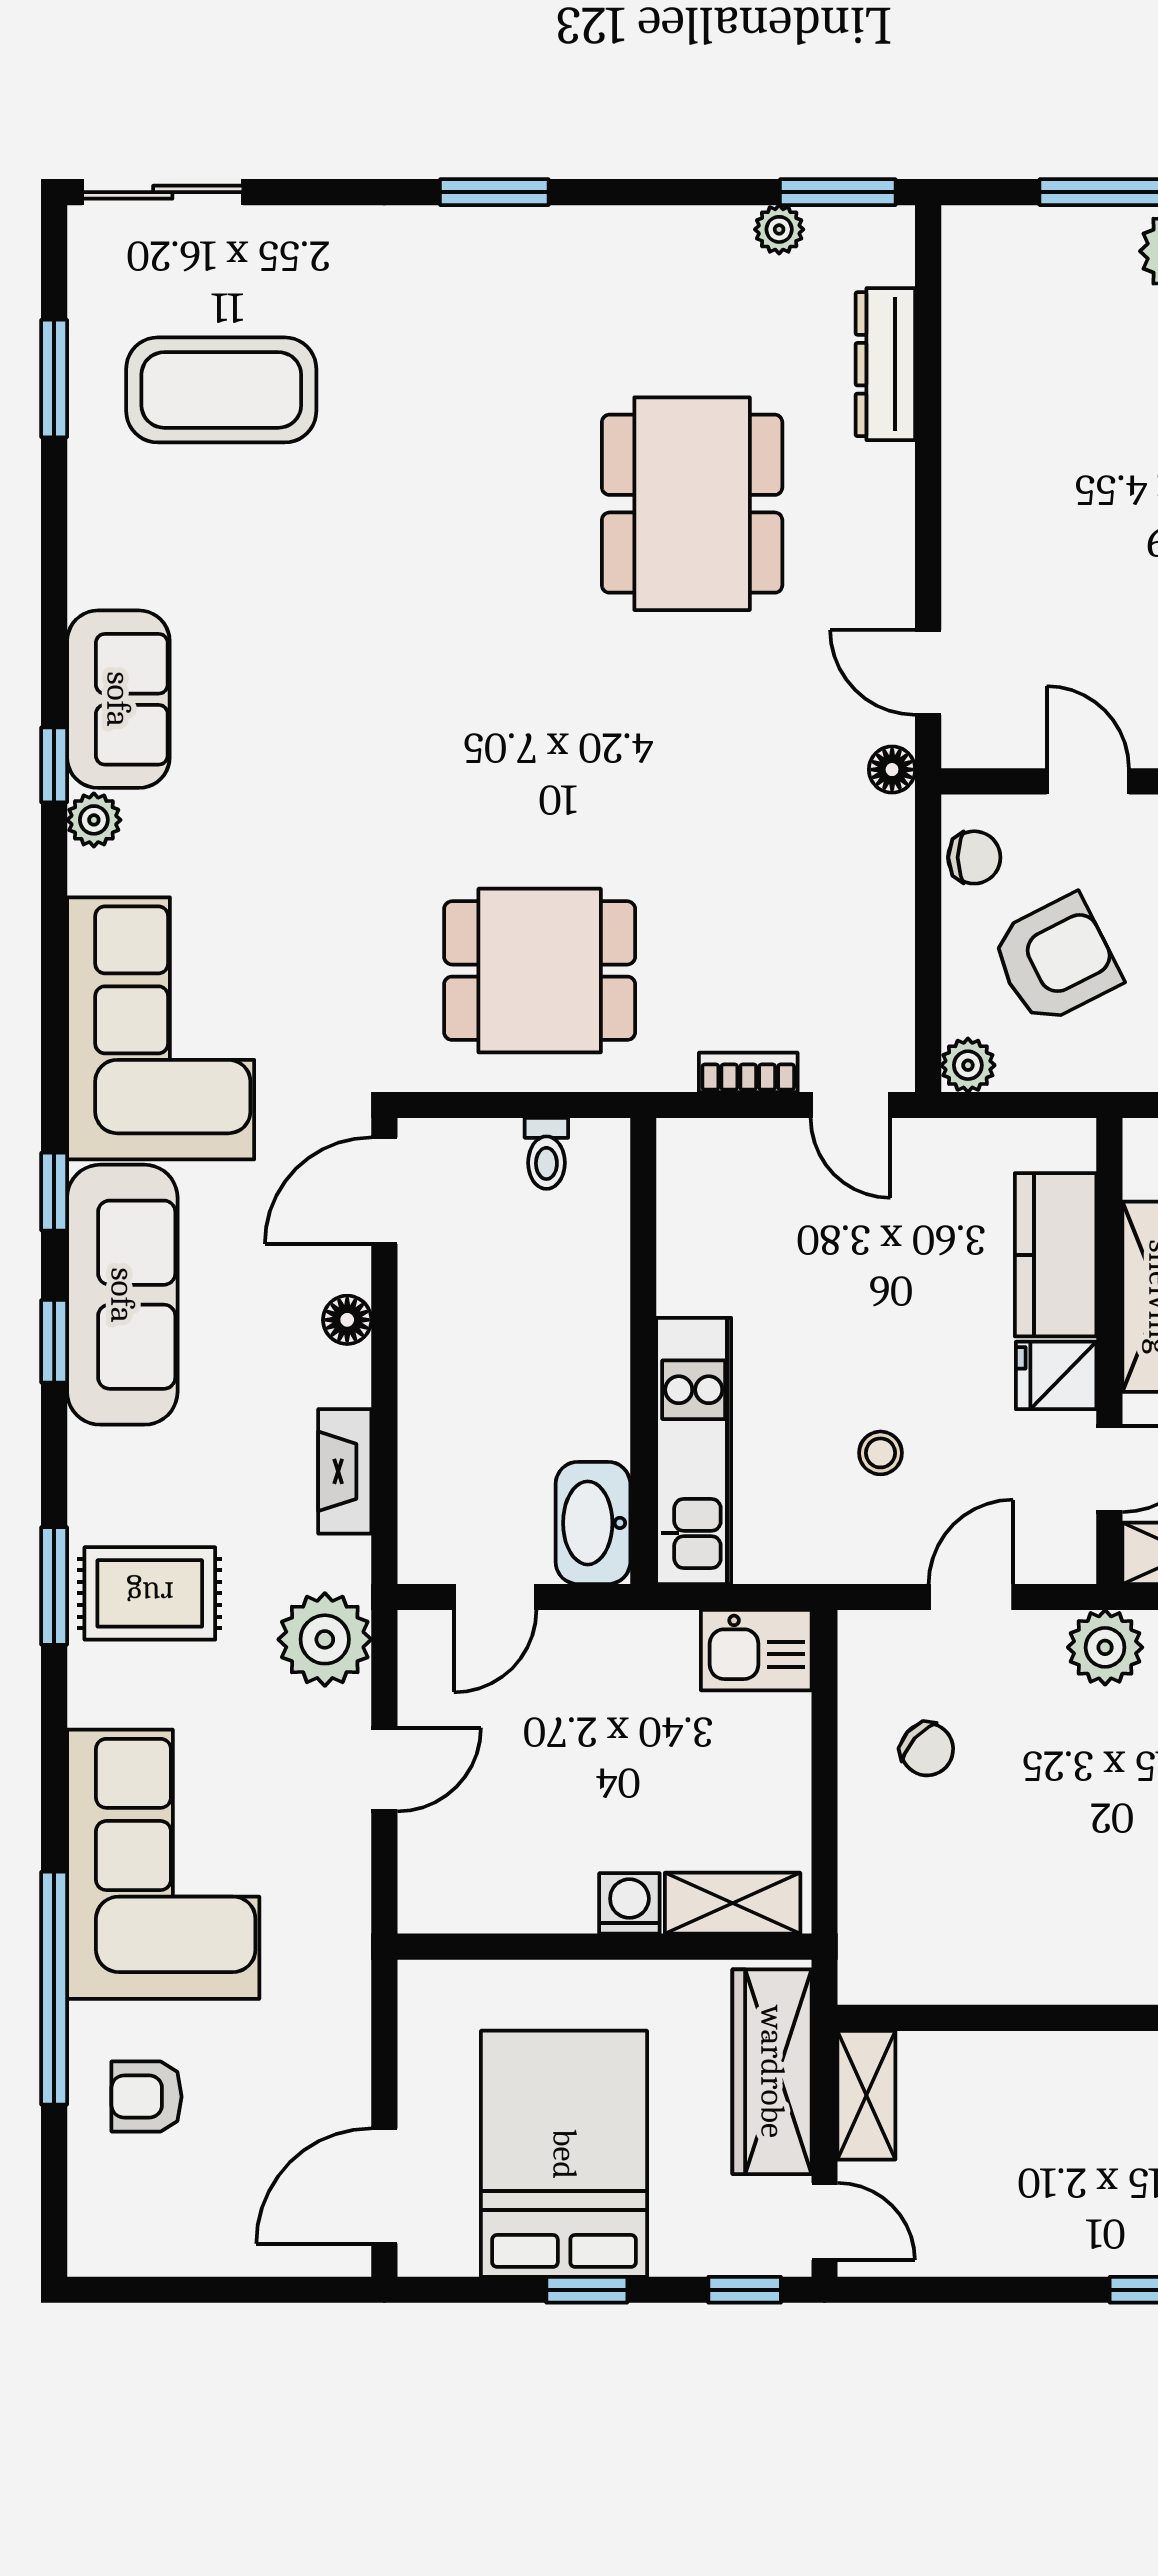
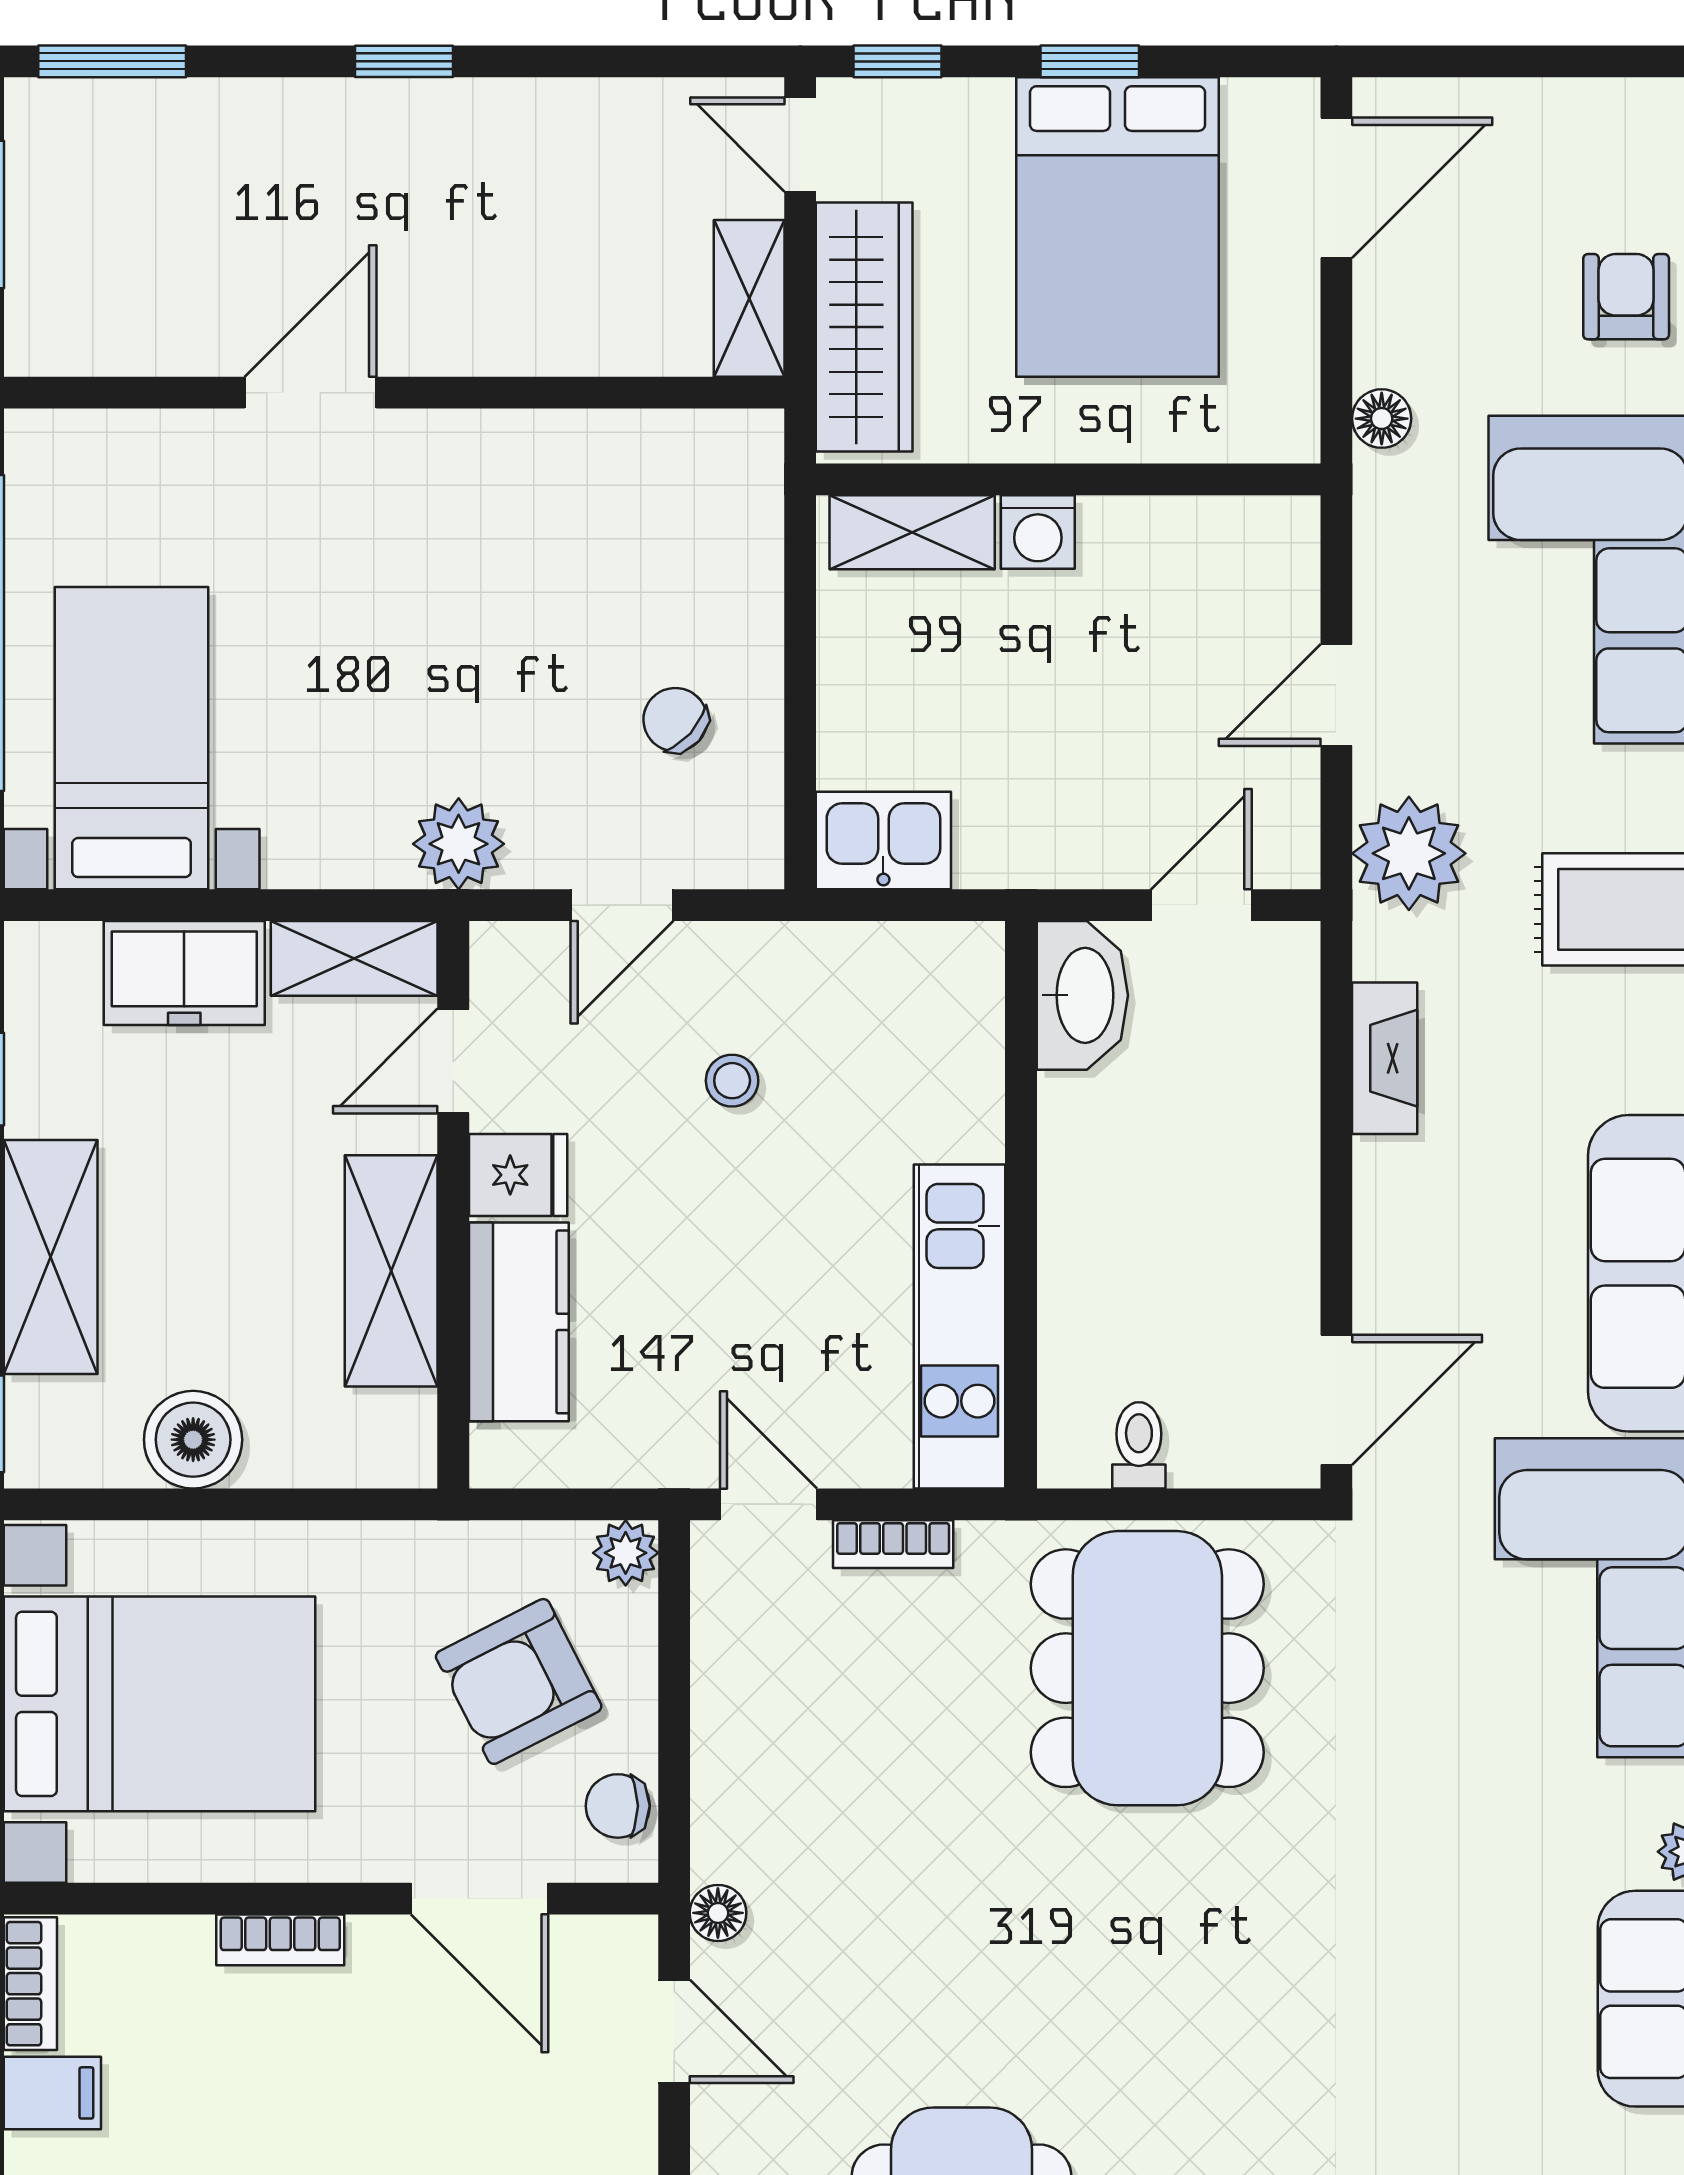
door: (1088, 781) -> (480, 1899), width x1.38
dining table: (540, 971) -> (1147, 1668), width x1.38
floor lamp: (347, 1320) -> (1382, 419), moved
kitchen unit: (694, 1451) -> (960, 1326), moved
armchair: (147, 2097) -> (1626, 297), turned -90

